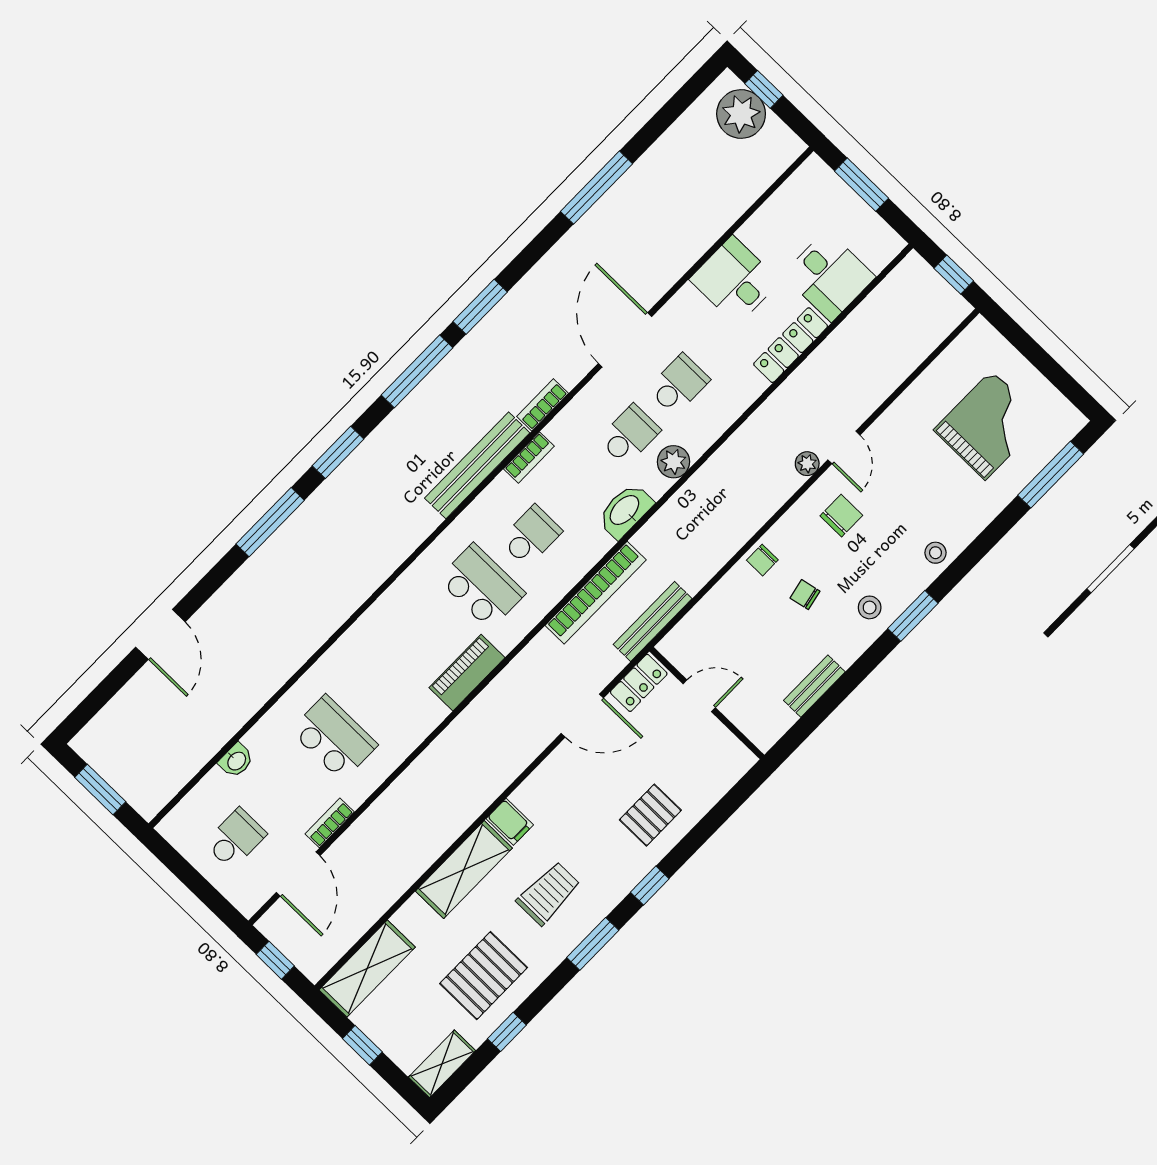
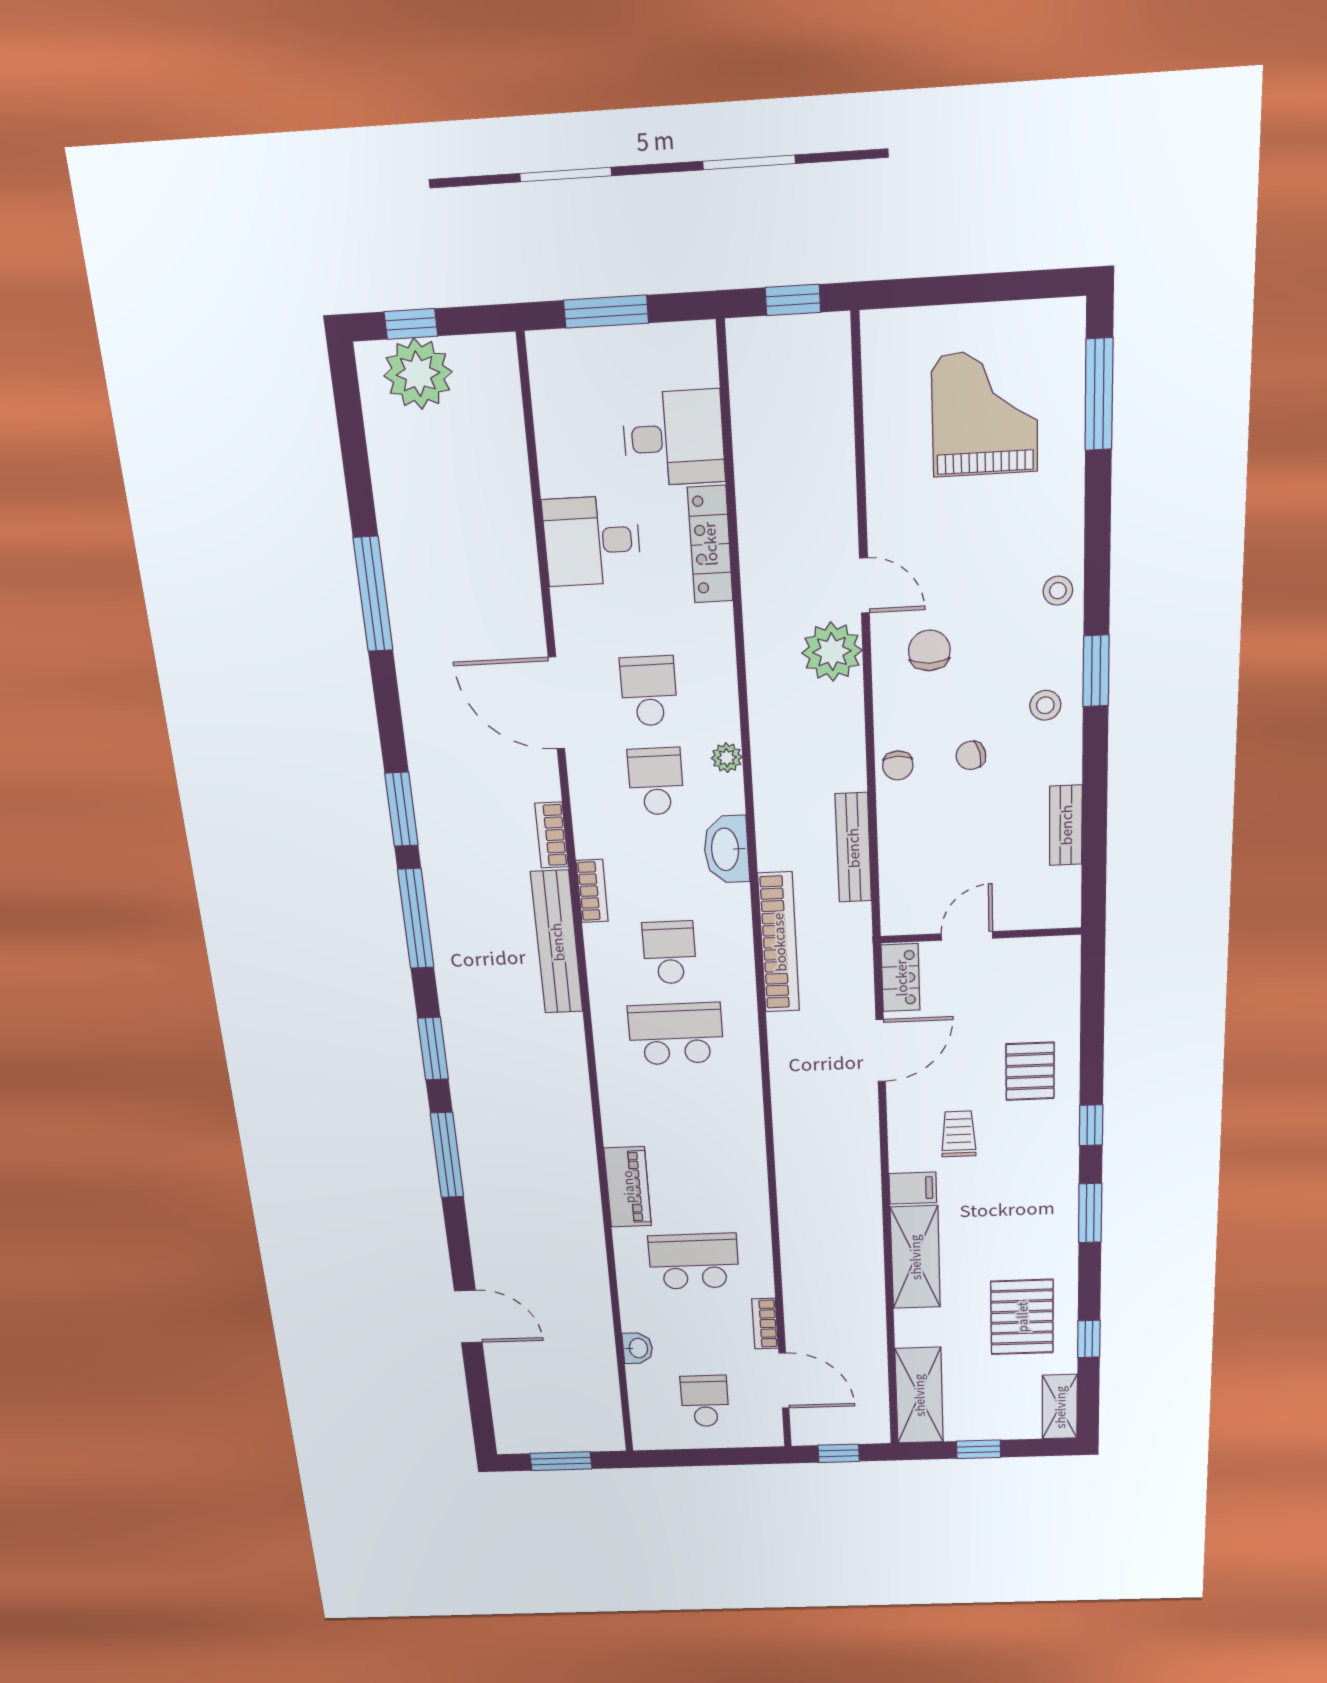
plant: (674, 462) -> (727, 758), width x0.73, depth x0.73
plant: (807, 464) -> (832, 652), width x1.87, depth x1.87
bench: (653, 621) -> (853, 848), moved
piano: (467, 673) -> (628, 1187), moved, turned 180
trolley: (548, 893) -> (959, 1134), moved, width x0.73, depth x0.72

